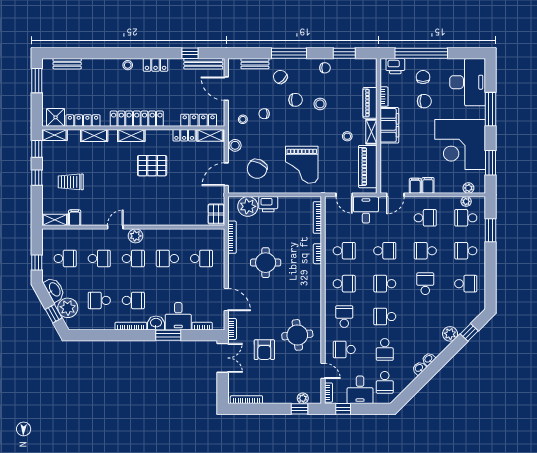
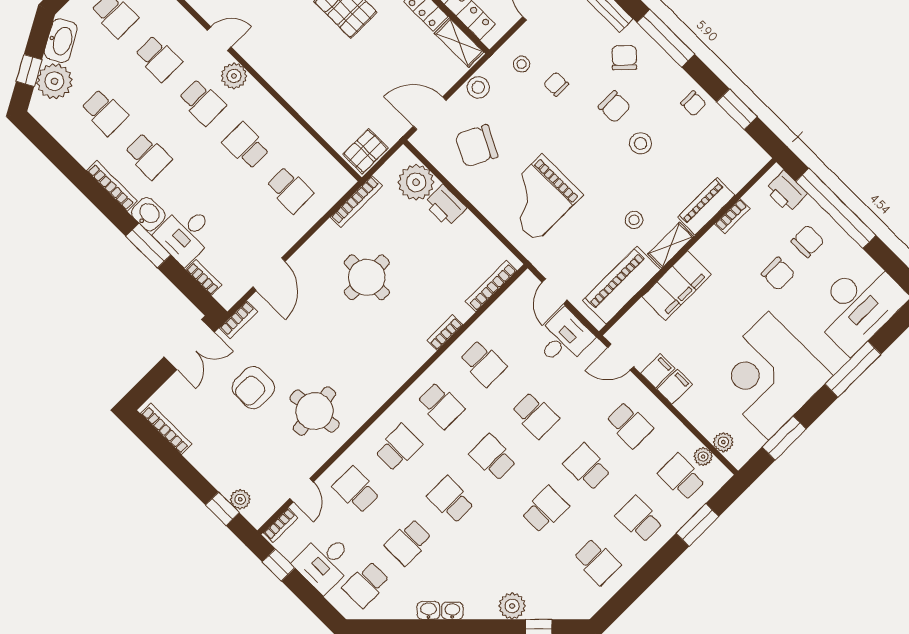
filing cabinet: (389, 125) -> (677, 286), moved
school desk: (99, 300) -> (104, 112), turned 180

